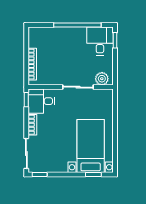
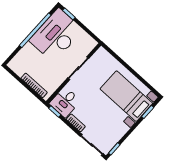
desk: (100, 41) -> (56, 35), width x1.87, depth x1.30
plant: (102, 79) -> (87, 47), removed

